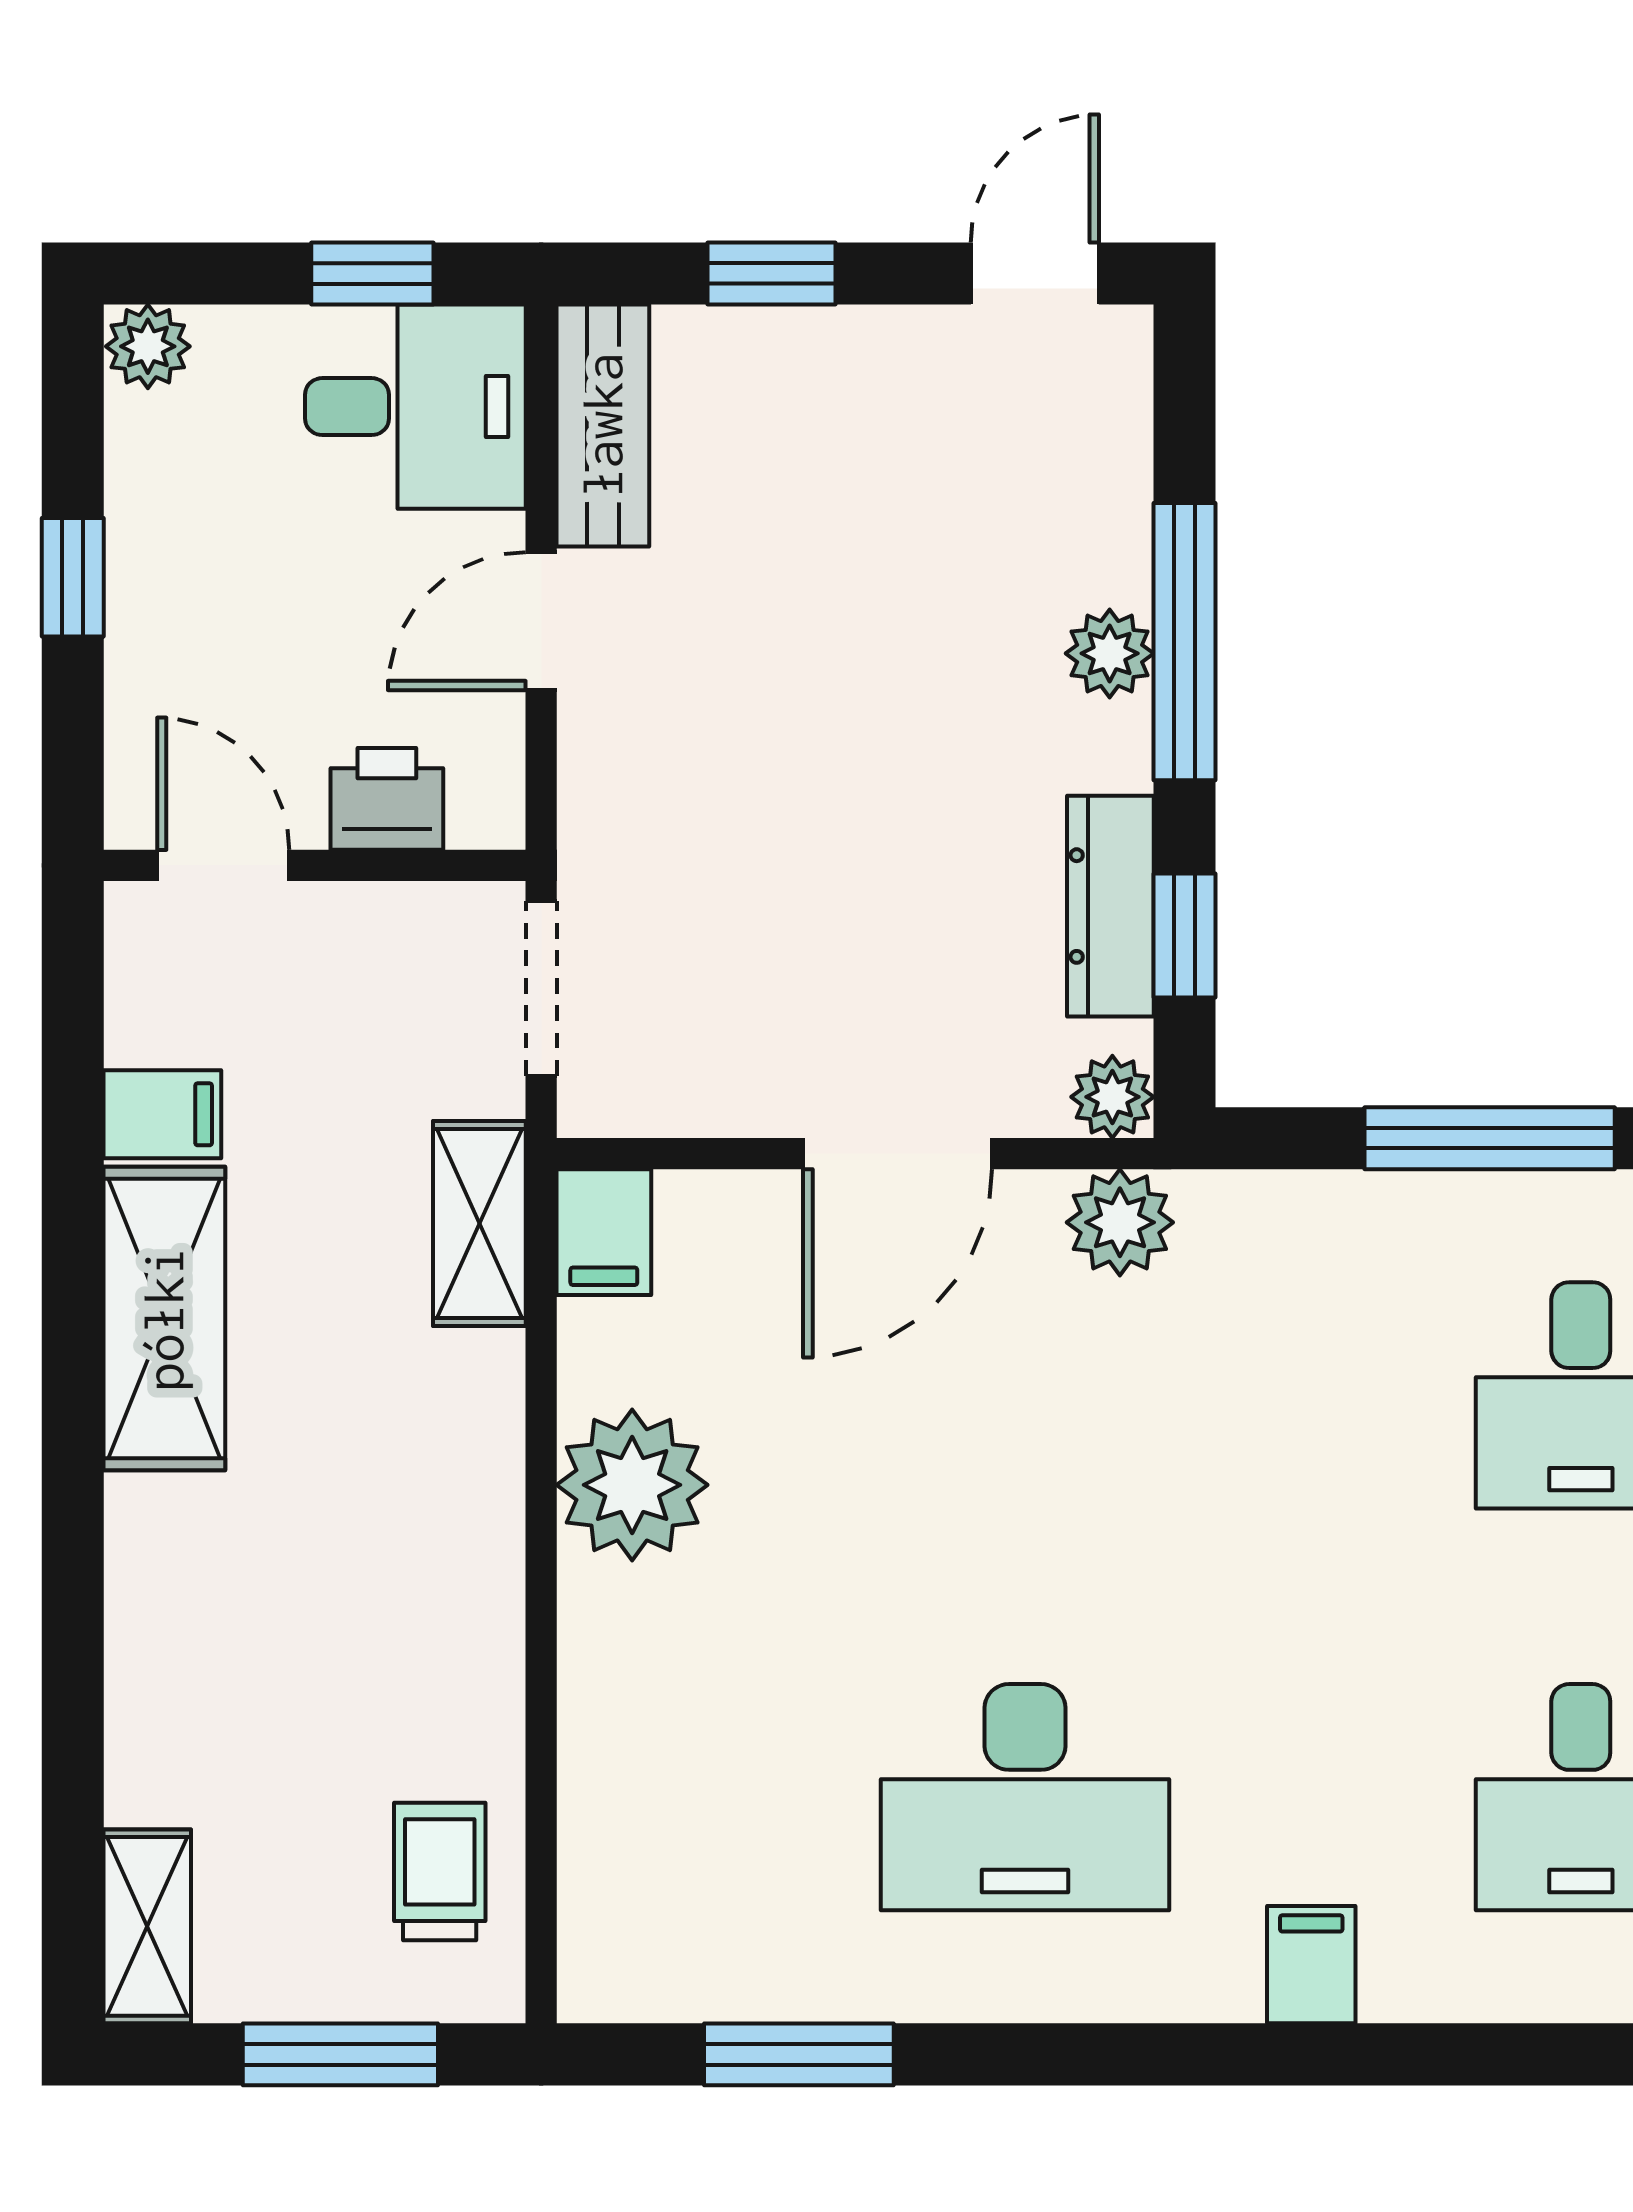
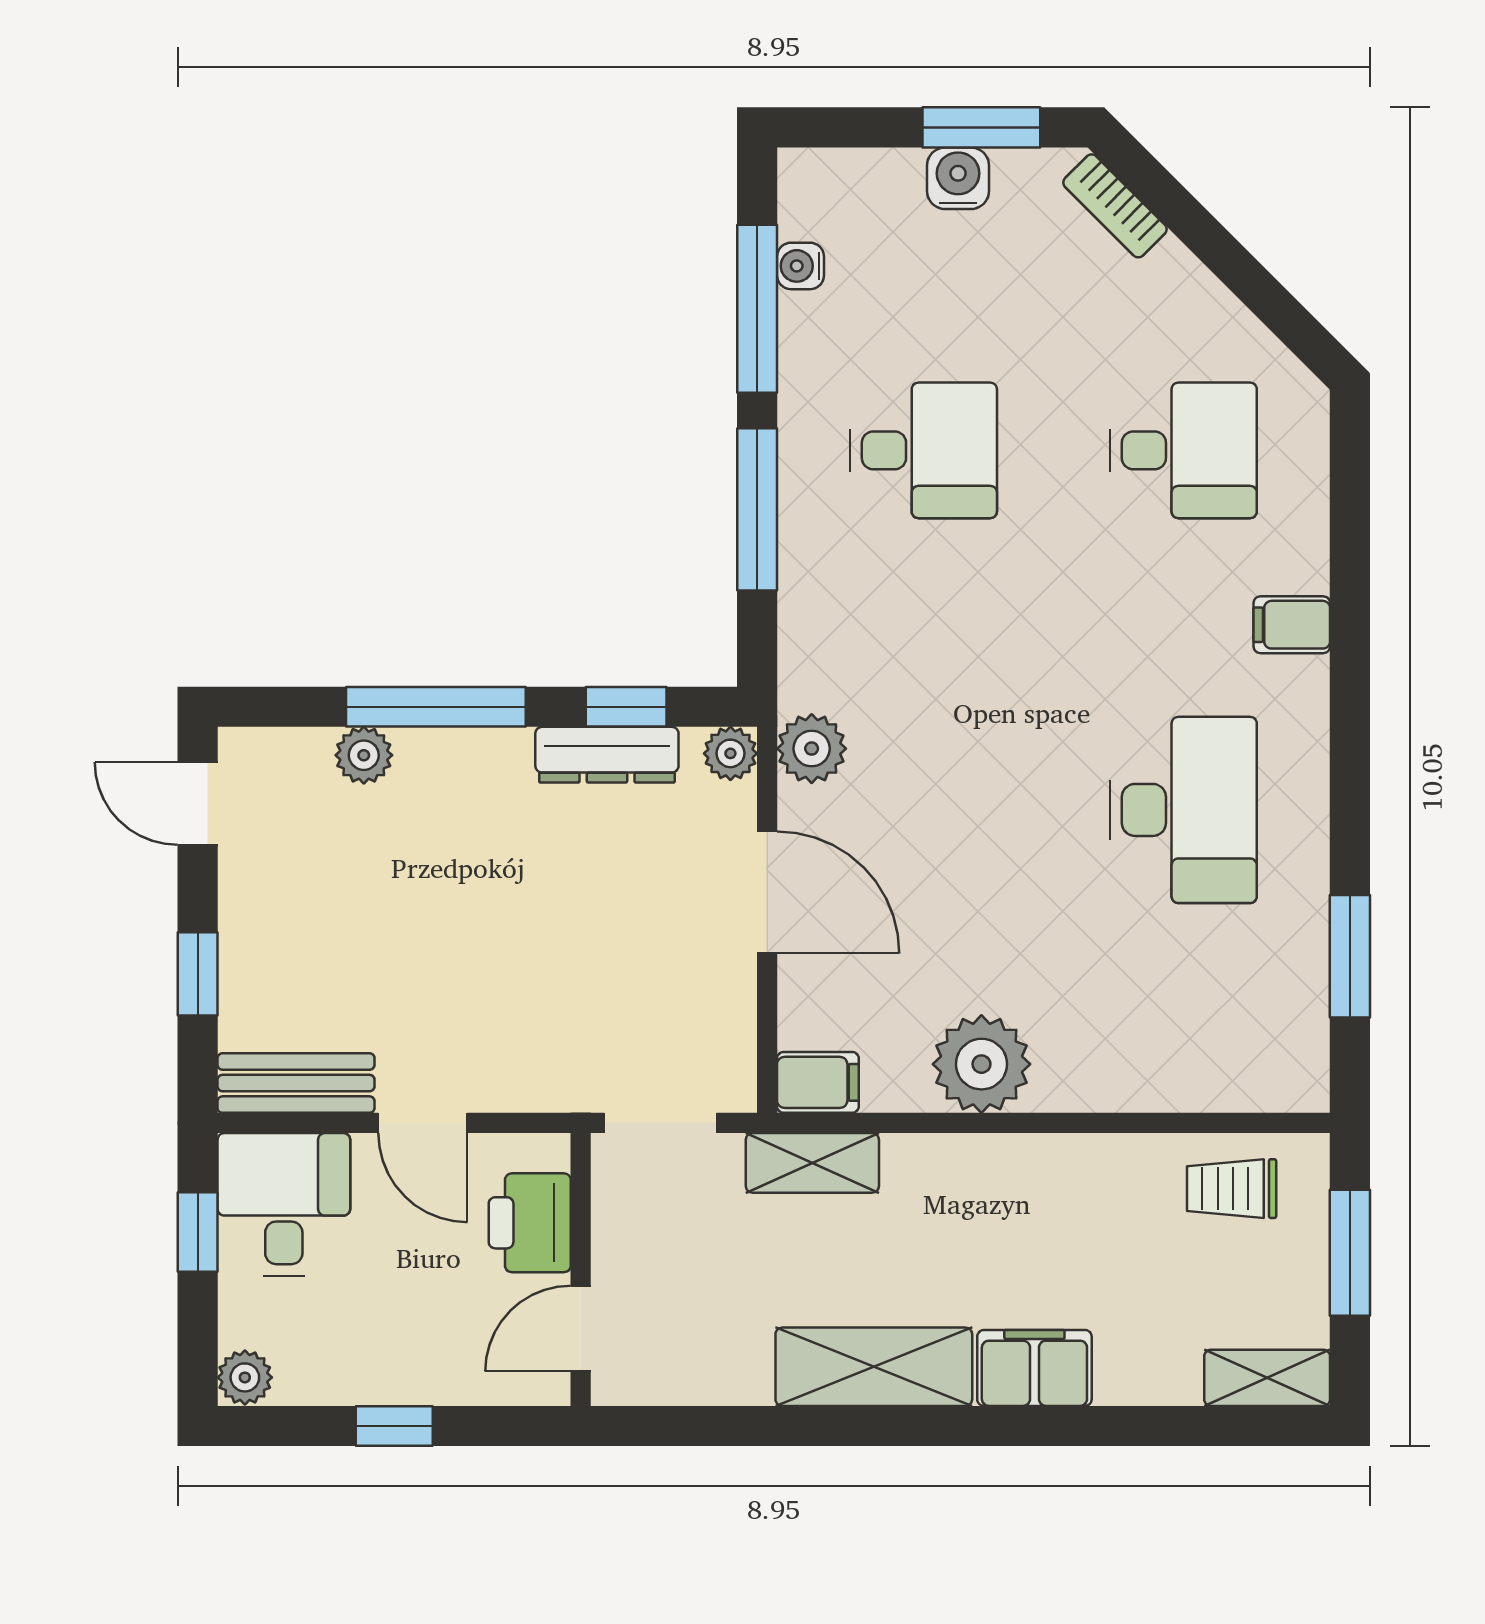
plant: (1110, 653) -> (364, 755), moved
printer: (387, 799) -> (530, 1223), width x1.36, depth x1.24
filing cabinet: (162, 1114) -> (1034, 1368), moved, width x2.00

